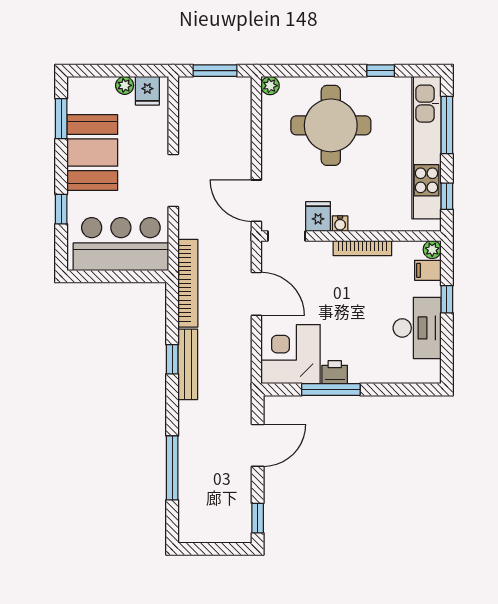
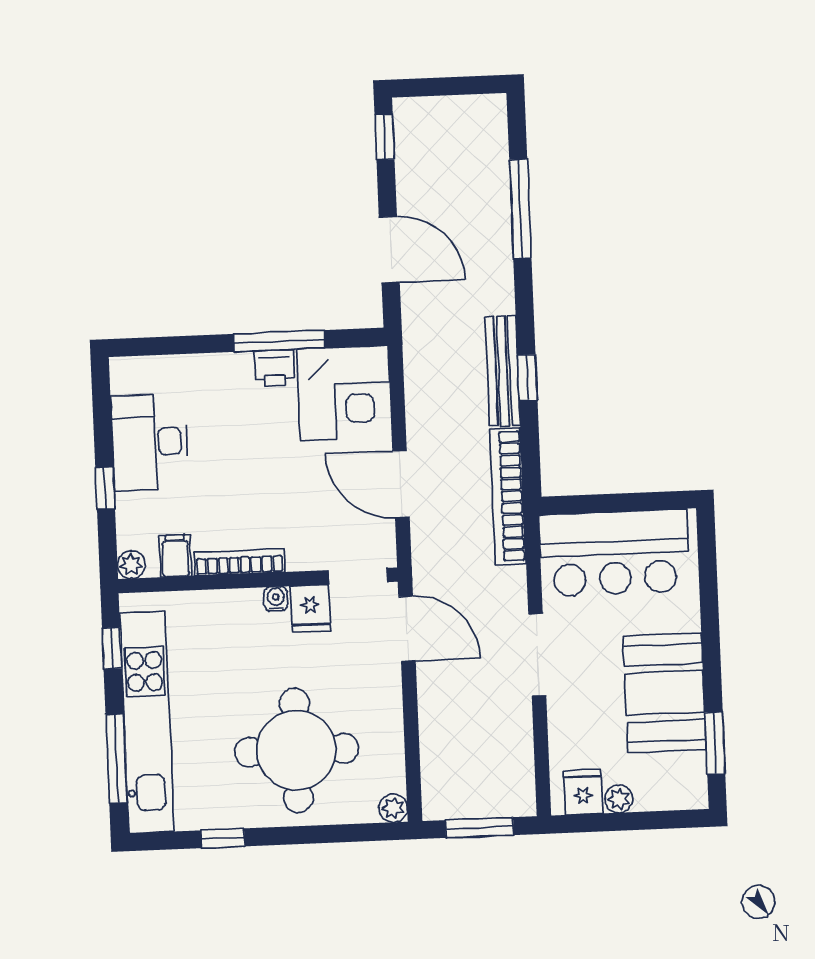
window: (61, 209) -> (709, 603), removed
filing cabinet: (428, 270) -> (175, 556), moved, turned -90
door: (258, 445) -> (389, 250), swing flipped

